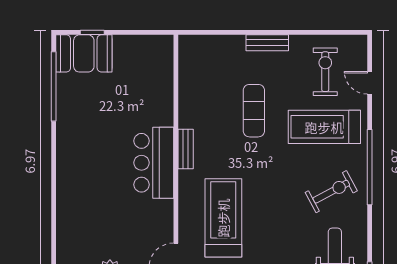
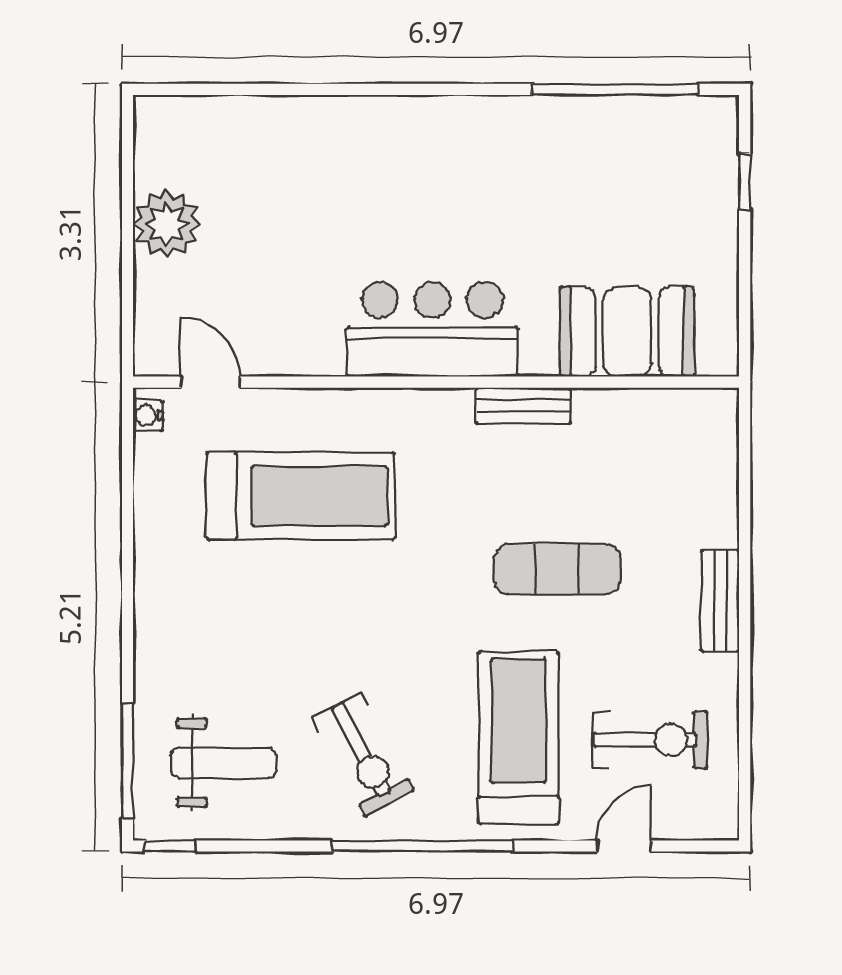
booth: (84, 53) -> (627, 332), moved, turned 90
bench: (186, 149) -> (523, 406), moved

